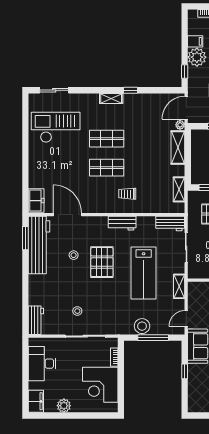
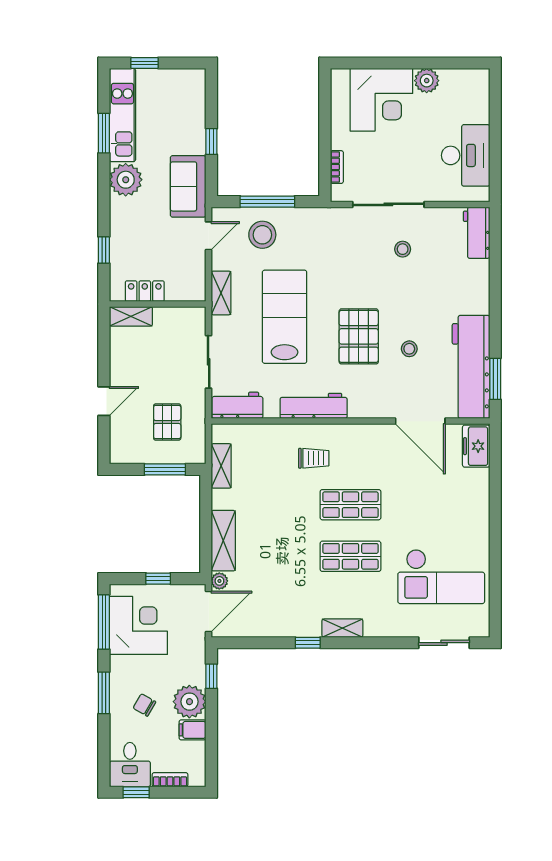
workbench: (122, 223) -> (314, 406), width x1.38
stool: (142, 326) -> (262, 235), moved
corner desk: (100, 385) -> (381, 100), moved, turned 90
filing cabinet: (36, 401) -> (477, 88), removed

